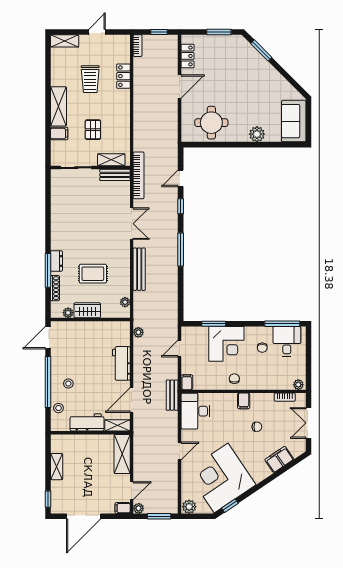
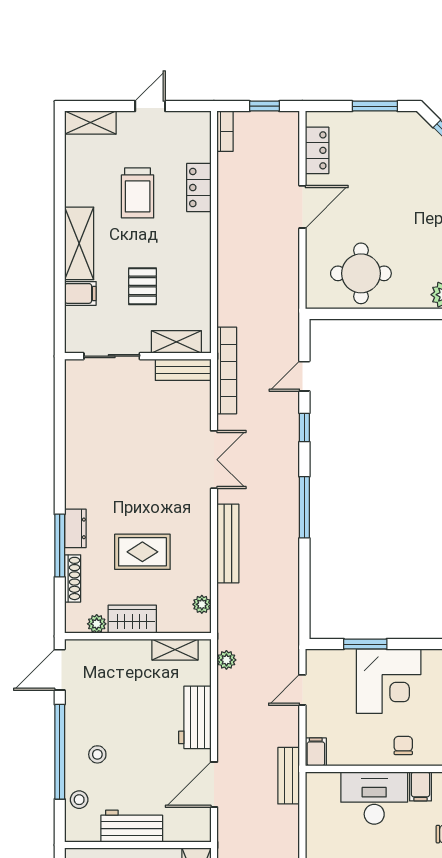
desk: (195, 411) -> (374, 798), moved, turned 90
shelving: (117, 425) -> (175, 650), moved

